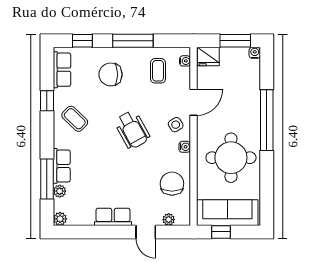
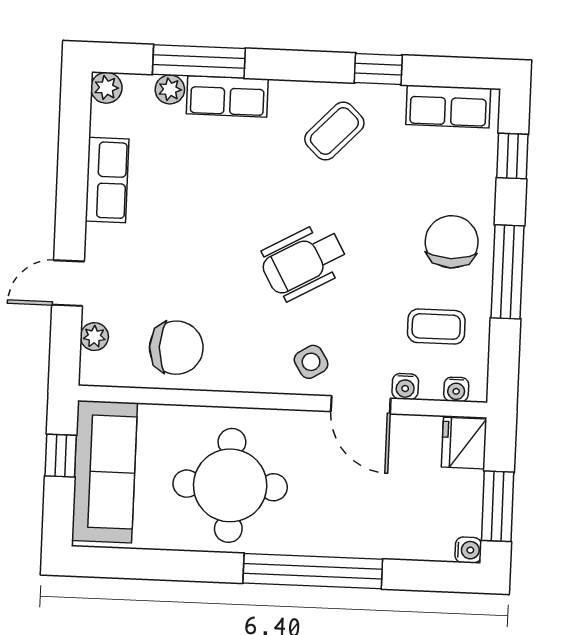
chair: (111, 74) -> (452, 242), moved
water cooler: (185, 147) -> (405, 386), moved
row of seats: (113, 217) -> (107, 180), moved

